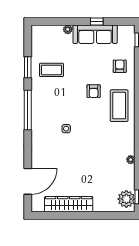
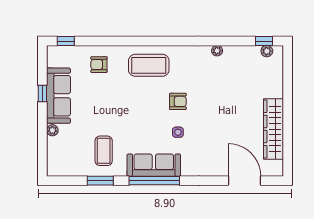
armchair: (94, 91) -> (178, 101), moved
sofa: (40, 110) -> (154, 165), added
plant: (126, 199) -> (267, 51), width x0.53, depth x0.53

